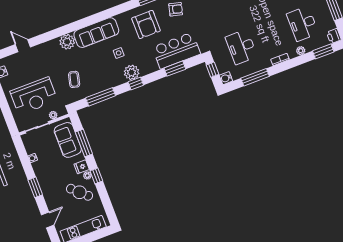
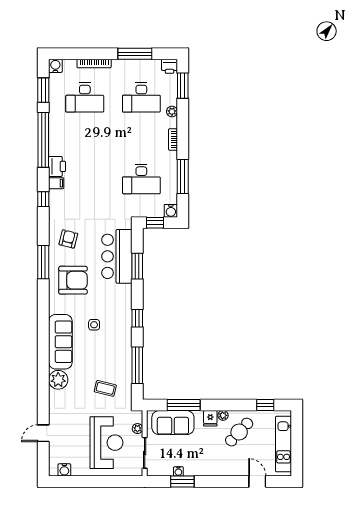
plant: (132, 72) -> (122, 318), removed
window: (96, 176) -> (265, 405), moved
window: (35, 187) -> (182, 481), moved

